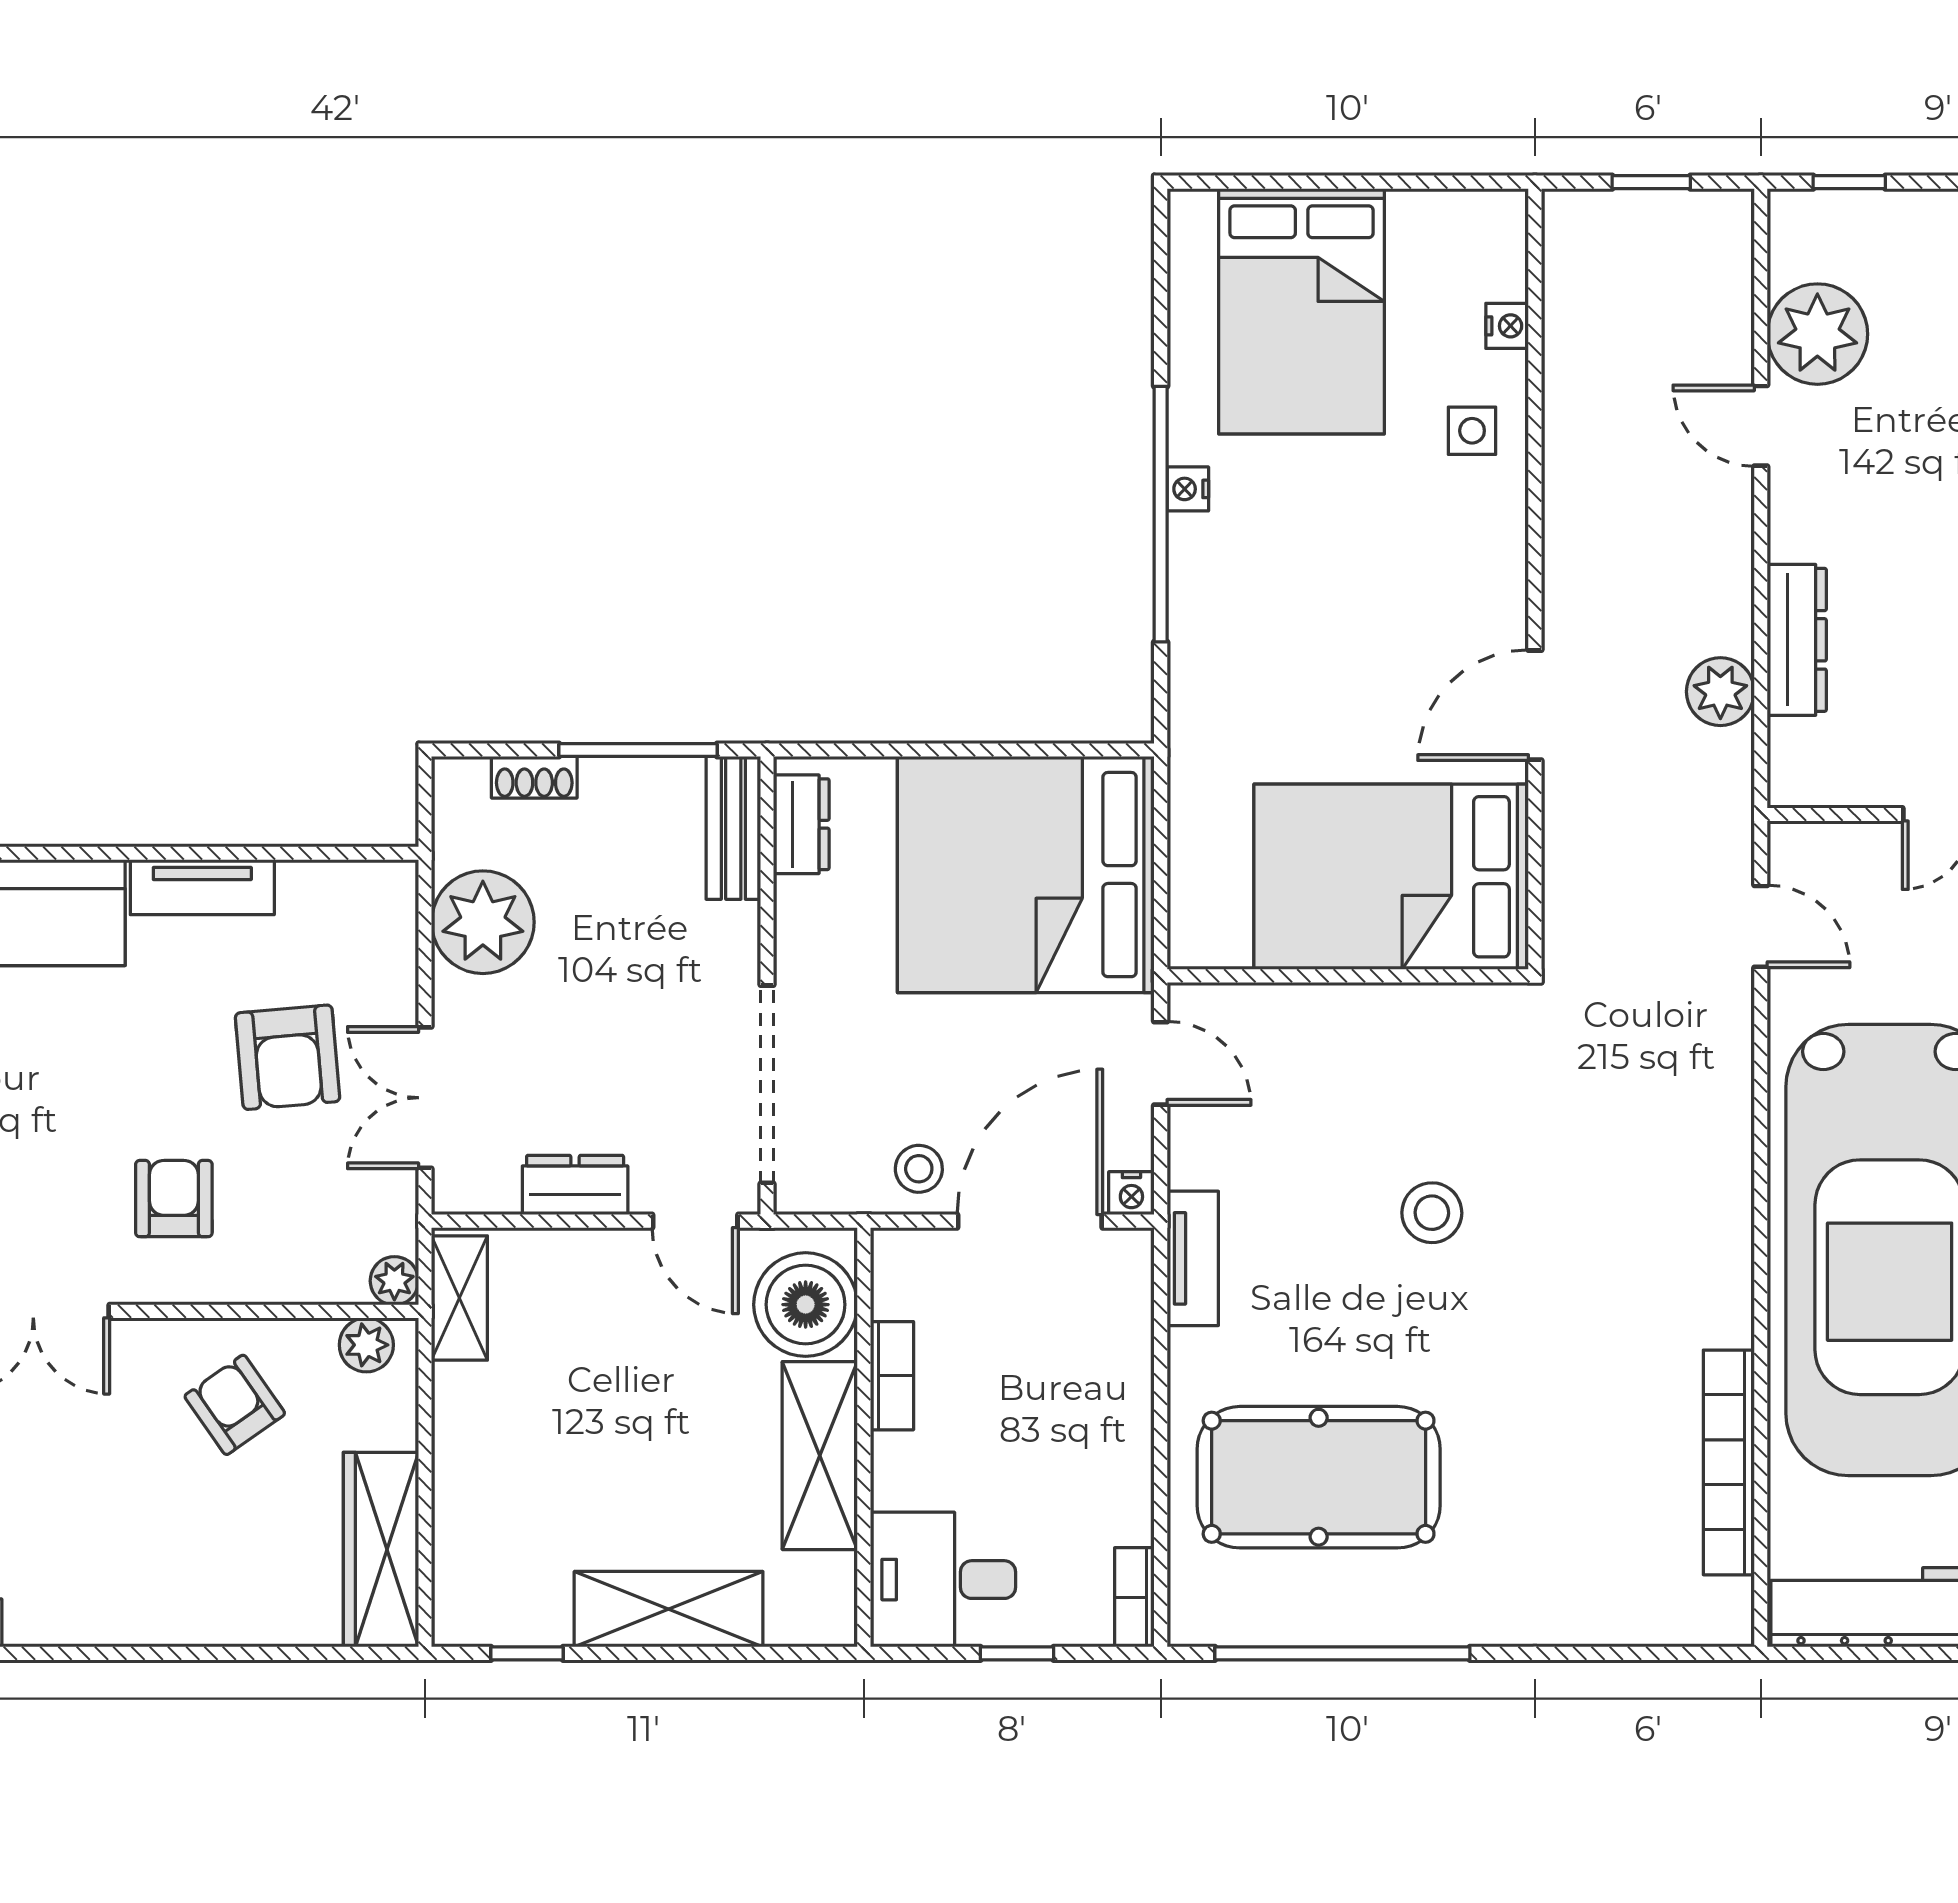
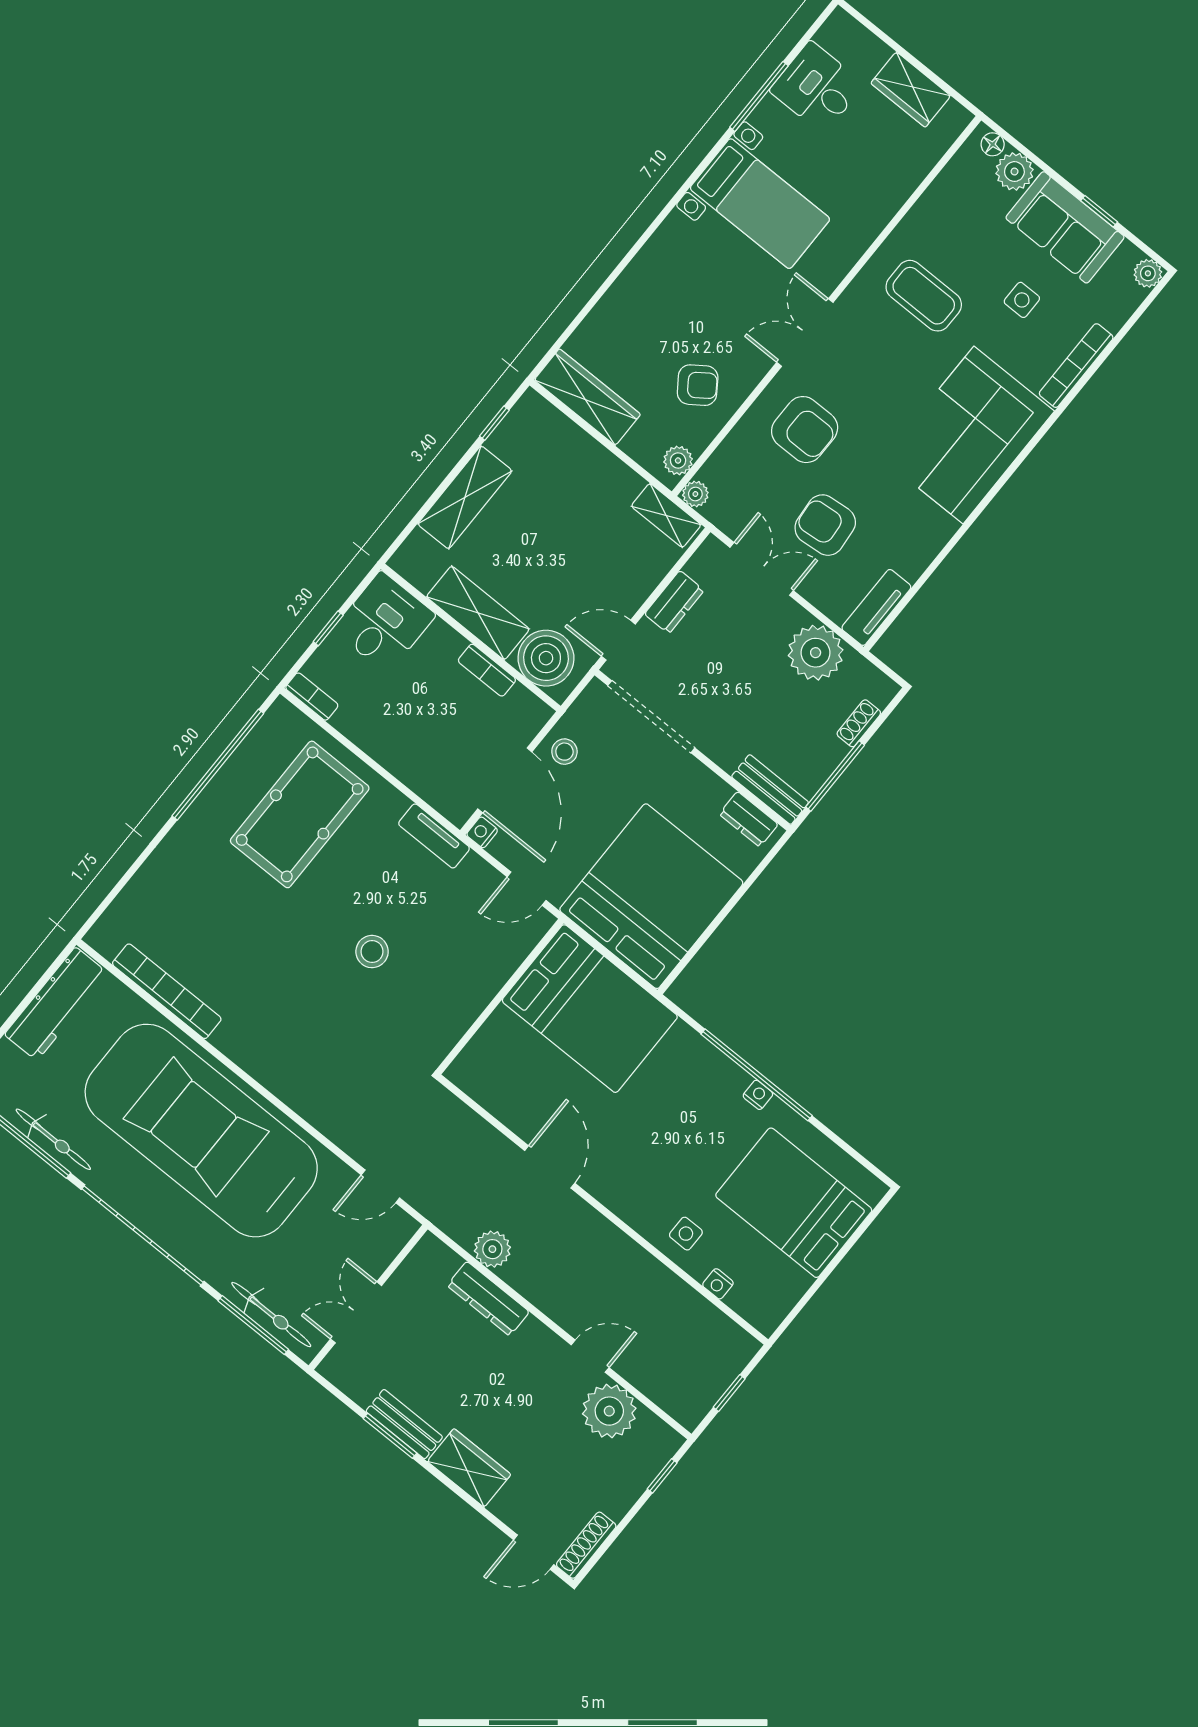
bed: (1391, 877) -> (590, 1009), moved, turned 90
tv unit: (202, 887) -> (876, 607), moved
armchair: (174, 1199) -> (805, 430), width x1.38, depth x1.38

